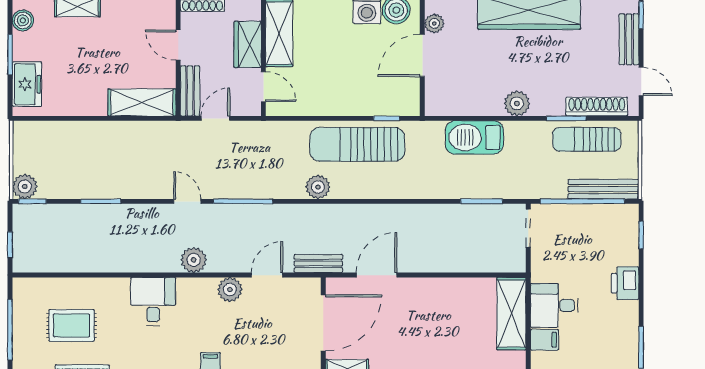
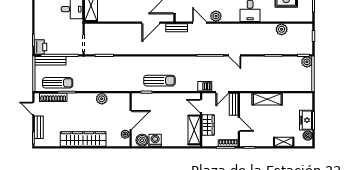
freezer: (27, 84) -> (306, 120), moved
shelving: (142, 103) -> (267, 99), moved
plant: (517, 103) -> (102, 99), moved
barbecue: (474, 137) -> (205, 86), moved, width x0.53, depth x0.65
sun lounger: (357, 144) -> (159, 81), width x0.73, depth x0.75
plant: (318, 187) -> (177, 62), removed
plant: (194, 260) -> (282, 29), moved
door: (267, 275) -> (199, 23), swing flipped
printer: (625, 283) -> (41, 47), moved

